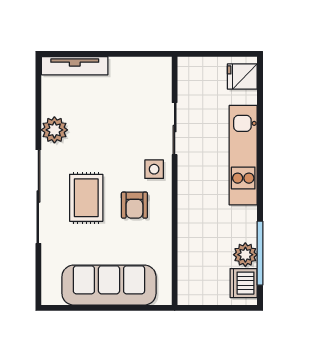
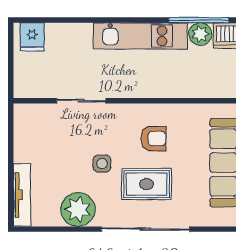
plant: (54, 130) -> (78, 209), width x1.36, depth x1.36
kitchen unit: (243, 155) -> (140, 36), moved
side table: (154, 169) -> (102, 164), moved

